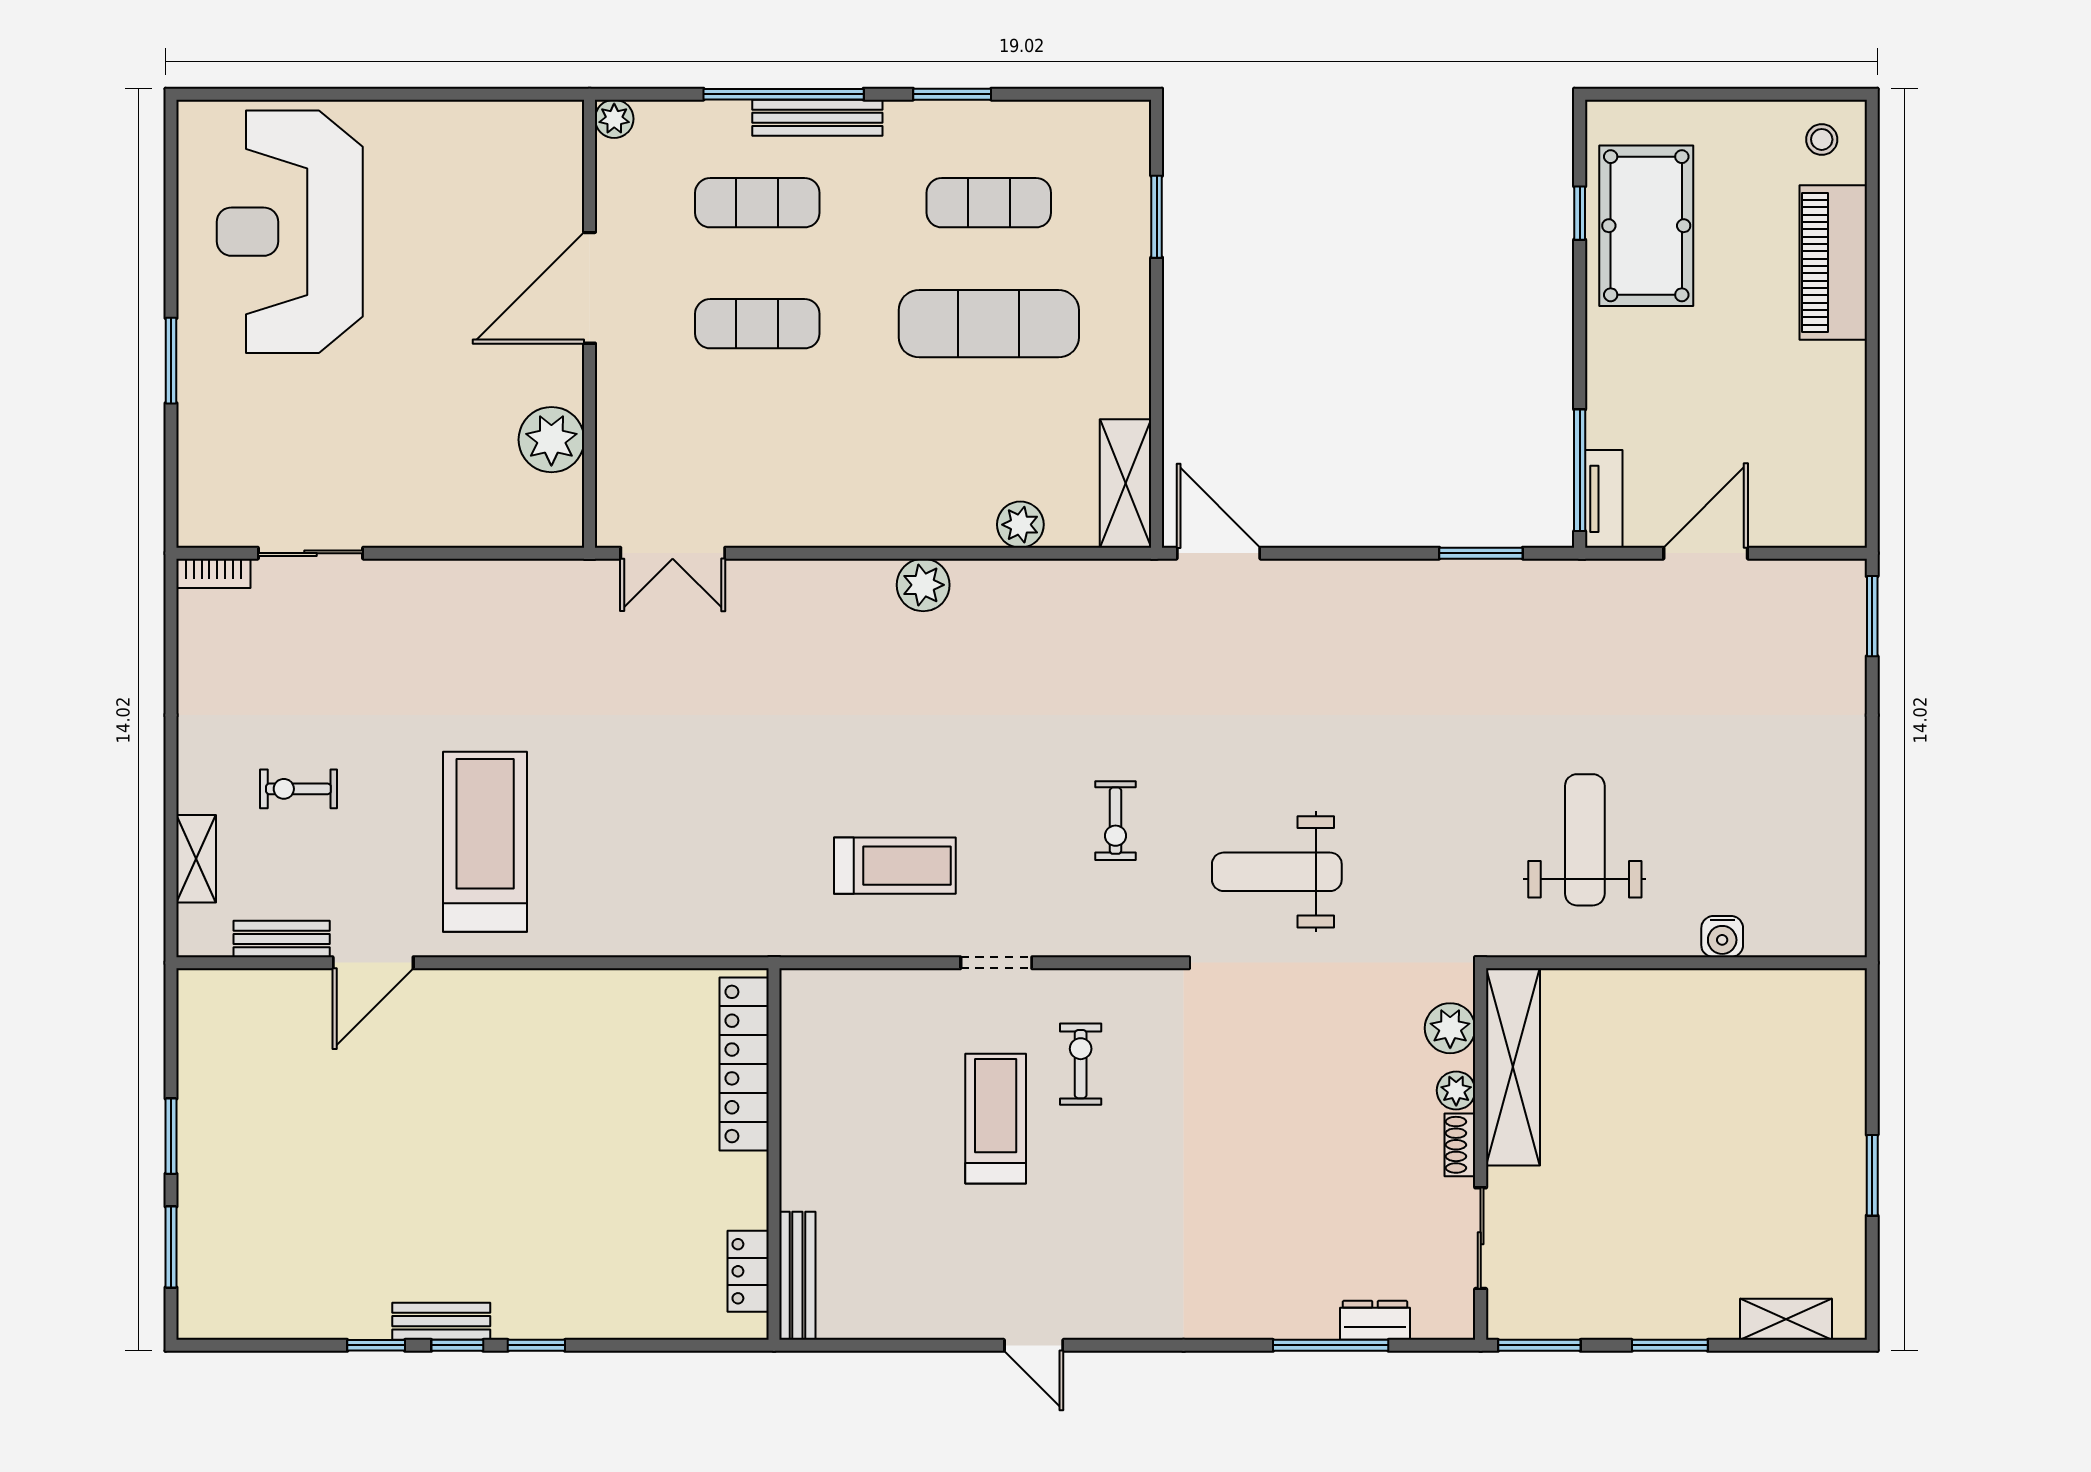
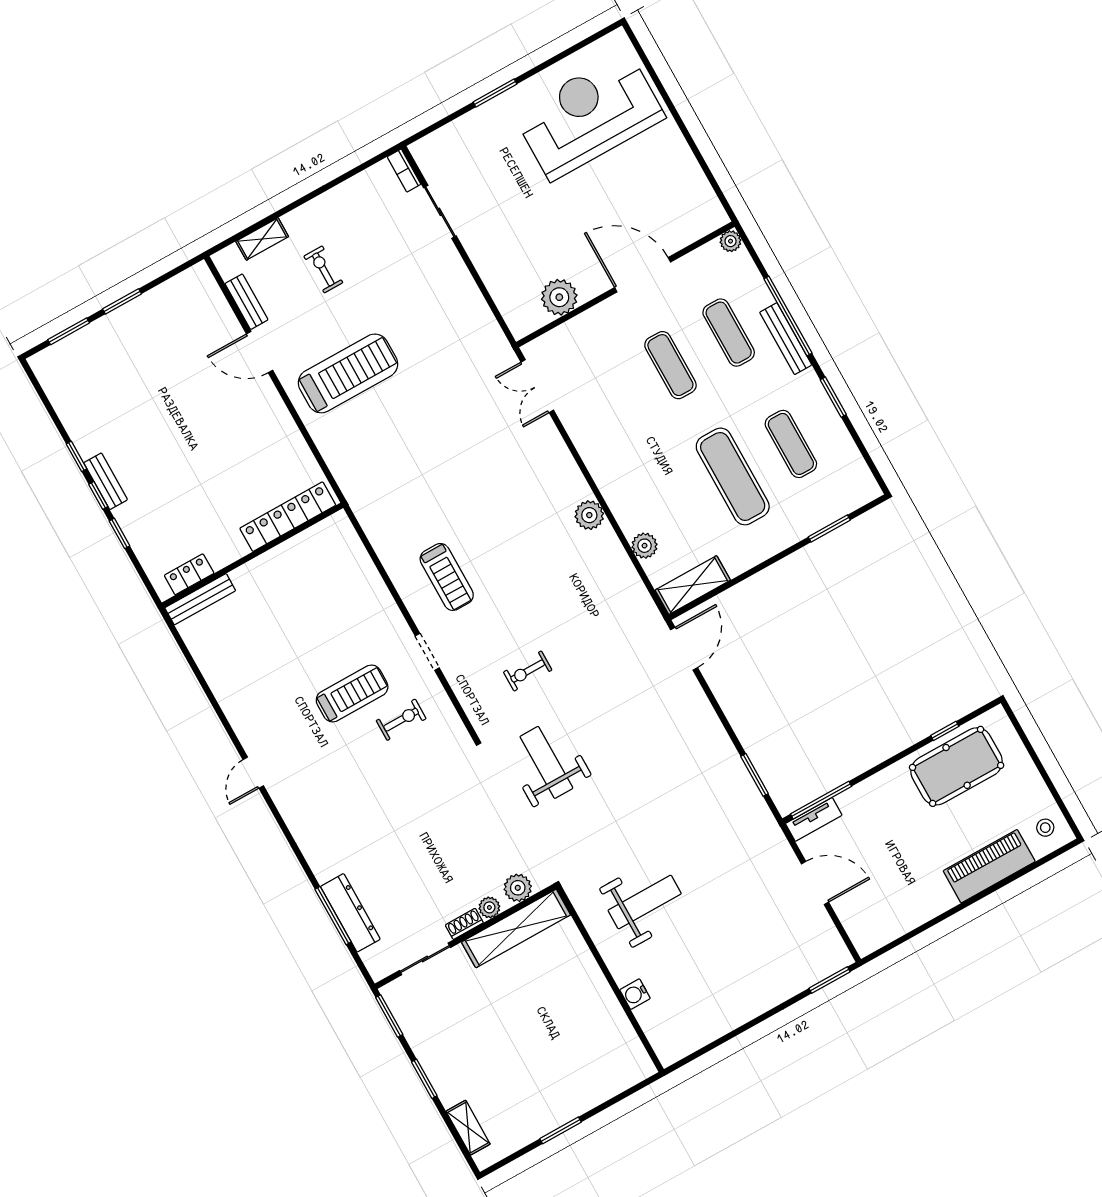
locker: (744, 1064) -> (288, 517), moved
wall: (774, 1154) -> (252, 555), moved
locker: (748, 1271) -> (189, 574), moved
bench: (797, 1276) -> (200, 599), moved
dresser: (1375, 1320) -> (350, 913), width x1.96, depth x1.24

